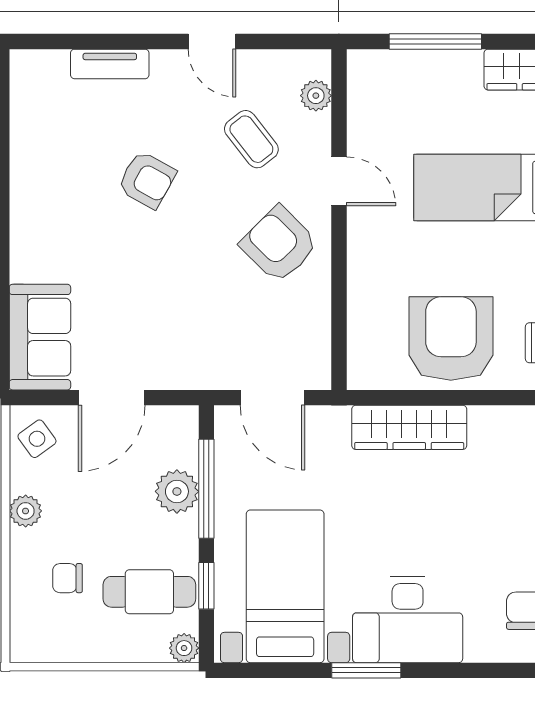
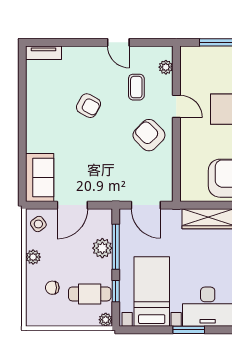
tv unit: (110, 64) -> (44, 53), moved
coffee table: (251, 139) -> (136, 87), turned 38

